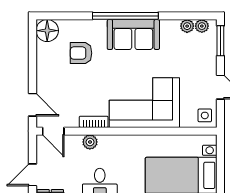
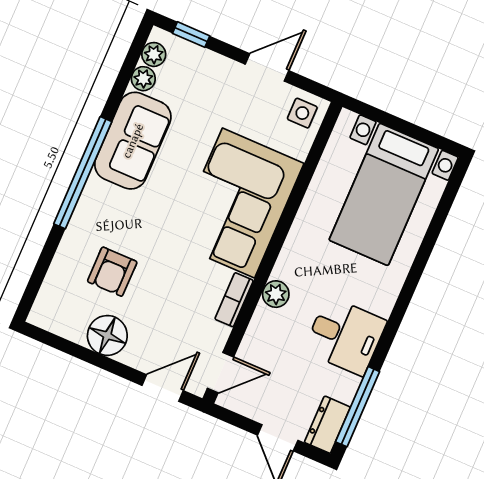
floor lamp: (47, 31) -> (107, 335), moved
sofa: (133, 34) -> (133, 141), moved
window: (220, 41) -> (191, 35), width x0.67
plant: (90, 142) -> (276, 294), moved

